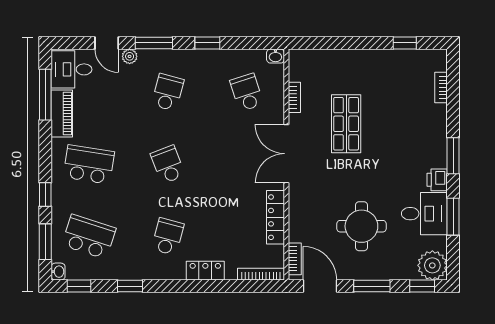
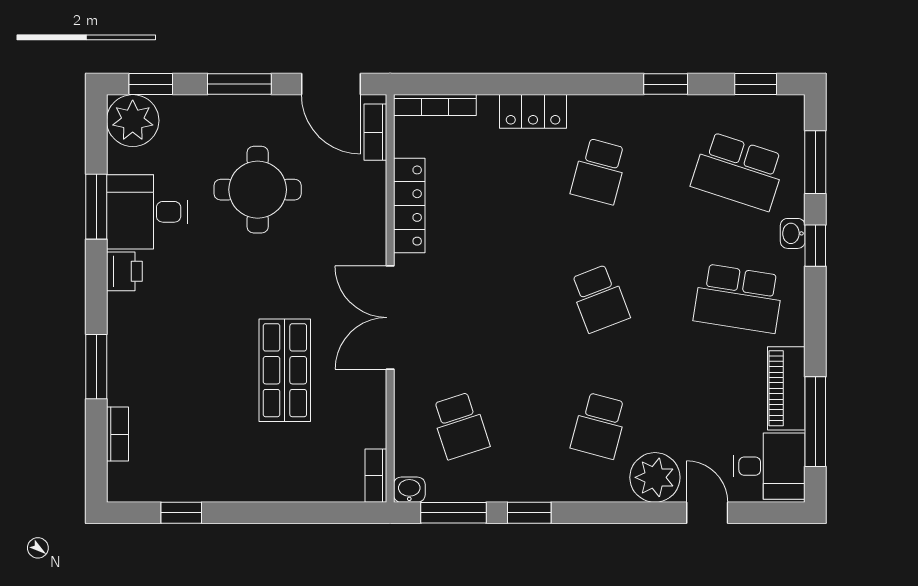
window: (154, 43) -> (454, 513), moved
plant: (130, 56) -> (655, 477), width x1.88, depth x1.88
bookcase: (294, 97) -> (376, 476), moved
double door: (286, 154) -> (390, 318), swing flipped
window: (453, 156) -> (96, 367), moved
washbasin: (58, 272) -> (793, 233), moved

